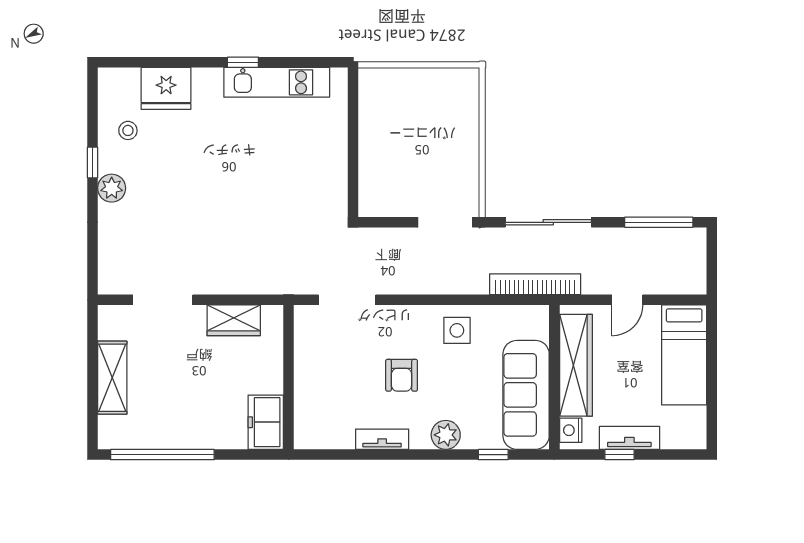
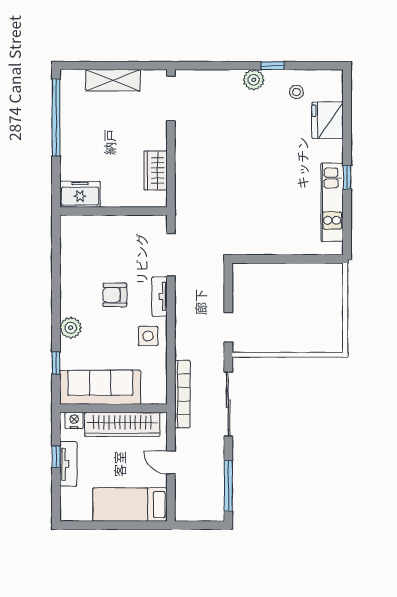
doorway: (445, 222) -> (228, 327), width x0.73
doorway: (163, 300) -> (171, 98), moved
tv unit: (382, 439) -> (160, 297), moved, turned 180

